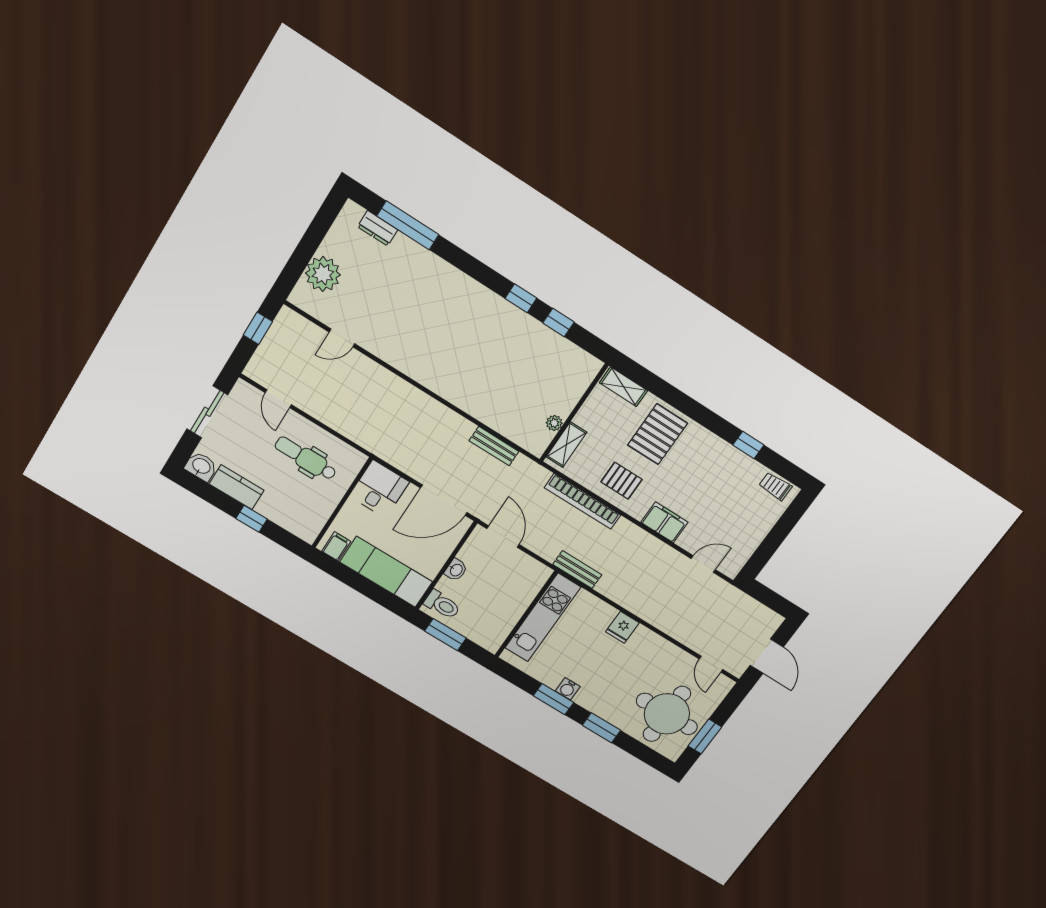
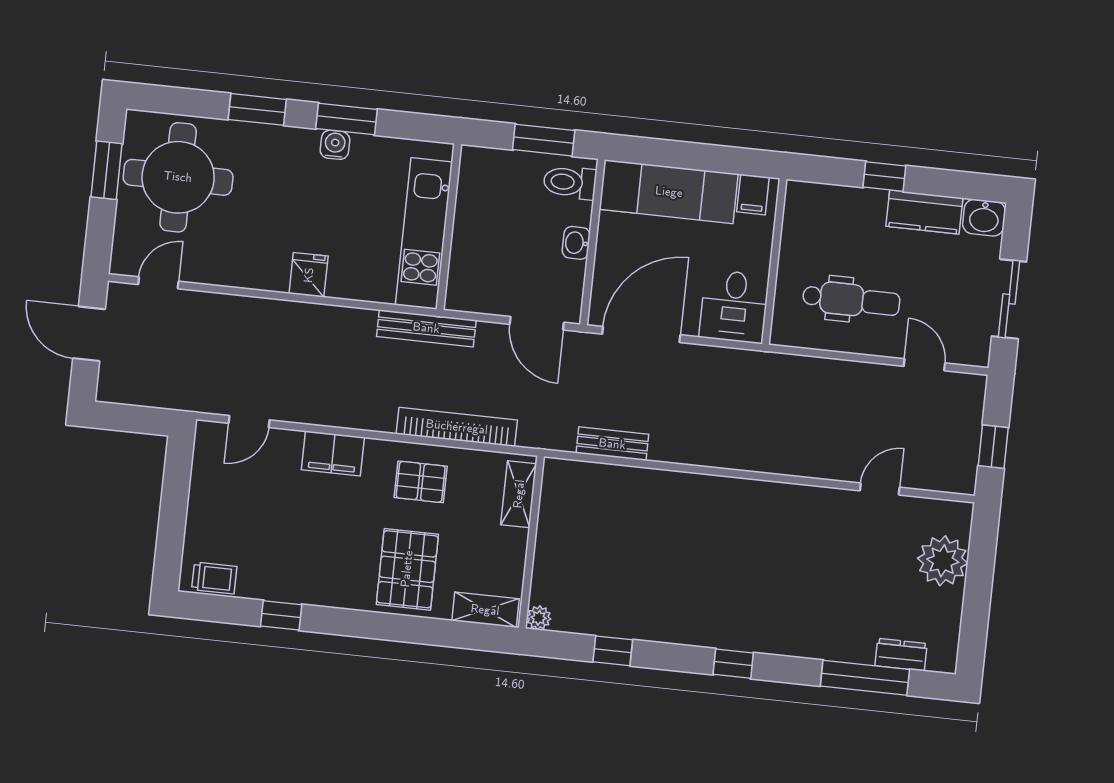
window: (521, 298) -> (733, 664), moved
plant: (554, 423) -> (539, 618), moved
bench: (577, 570) -> (426, 328), width x1.36
door: (711, 664) -> (158, 283), hinge flipped

